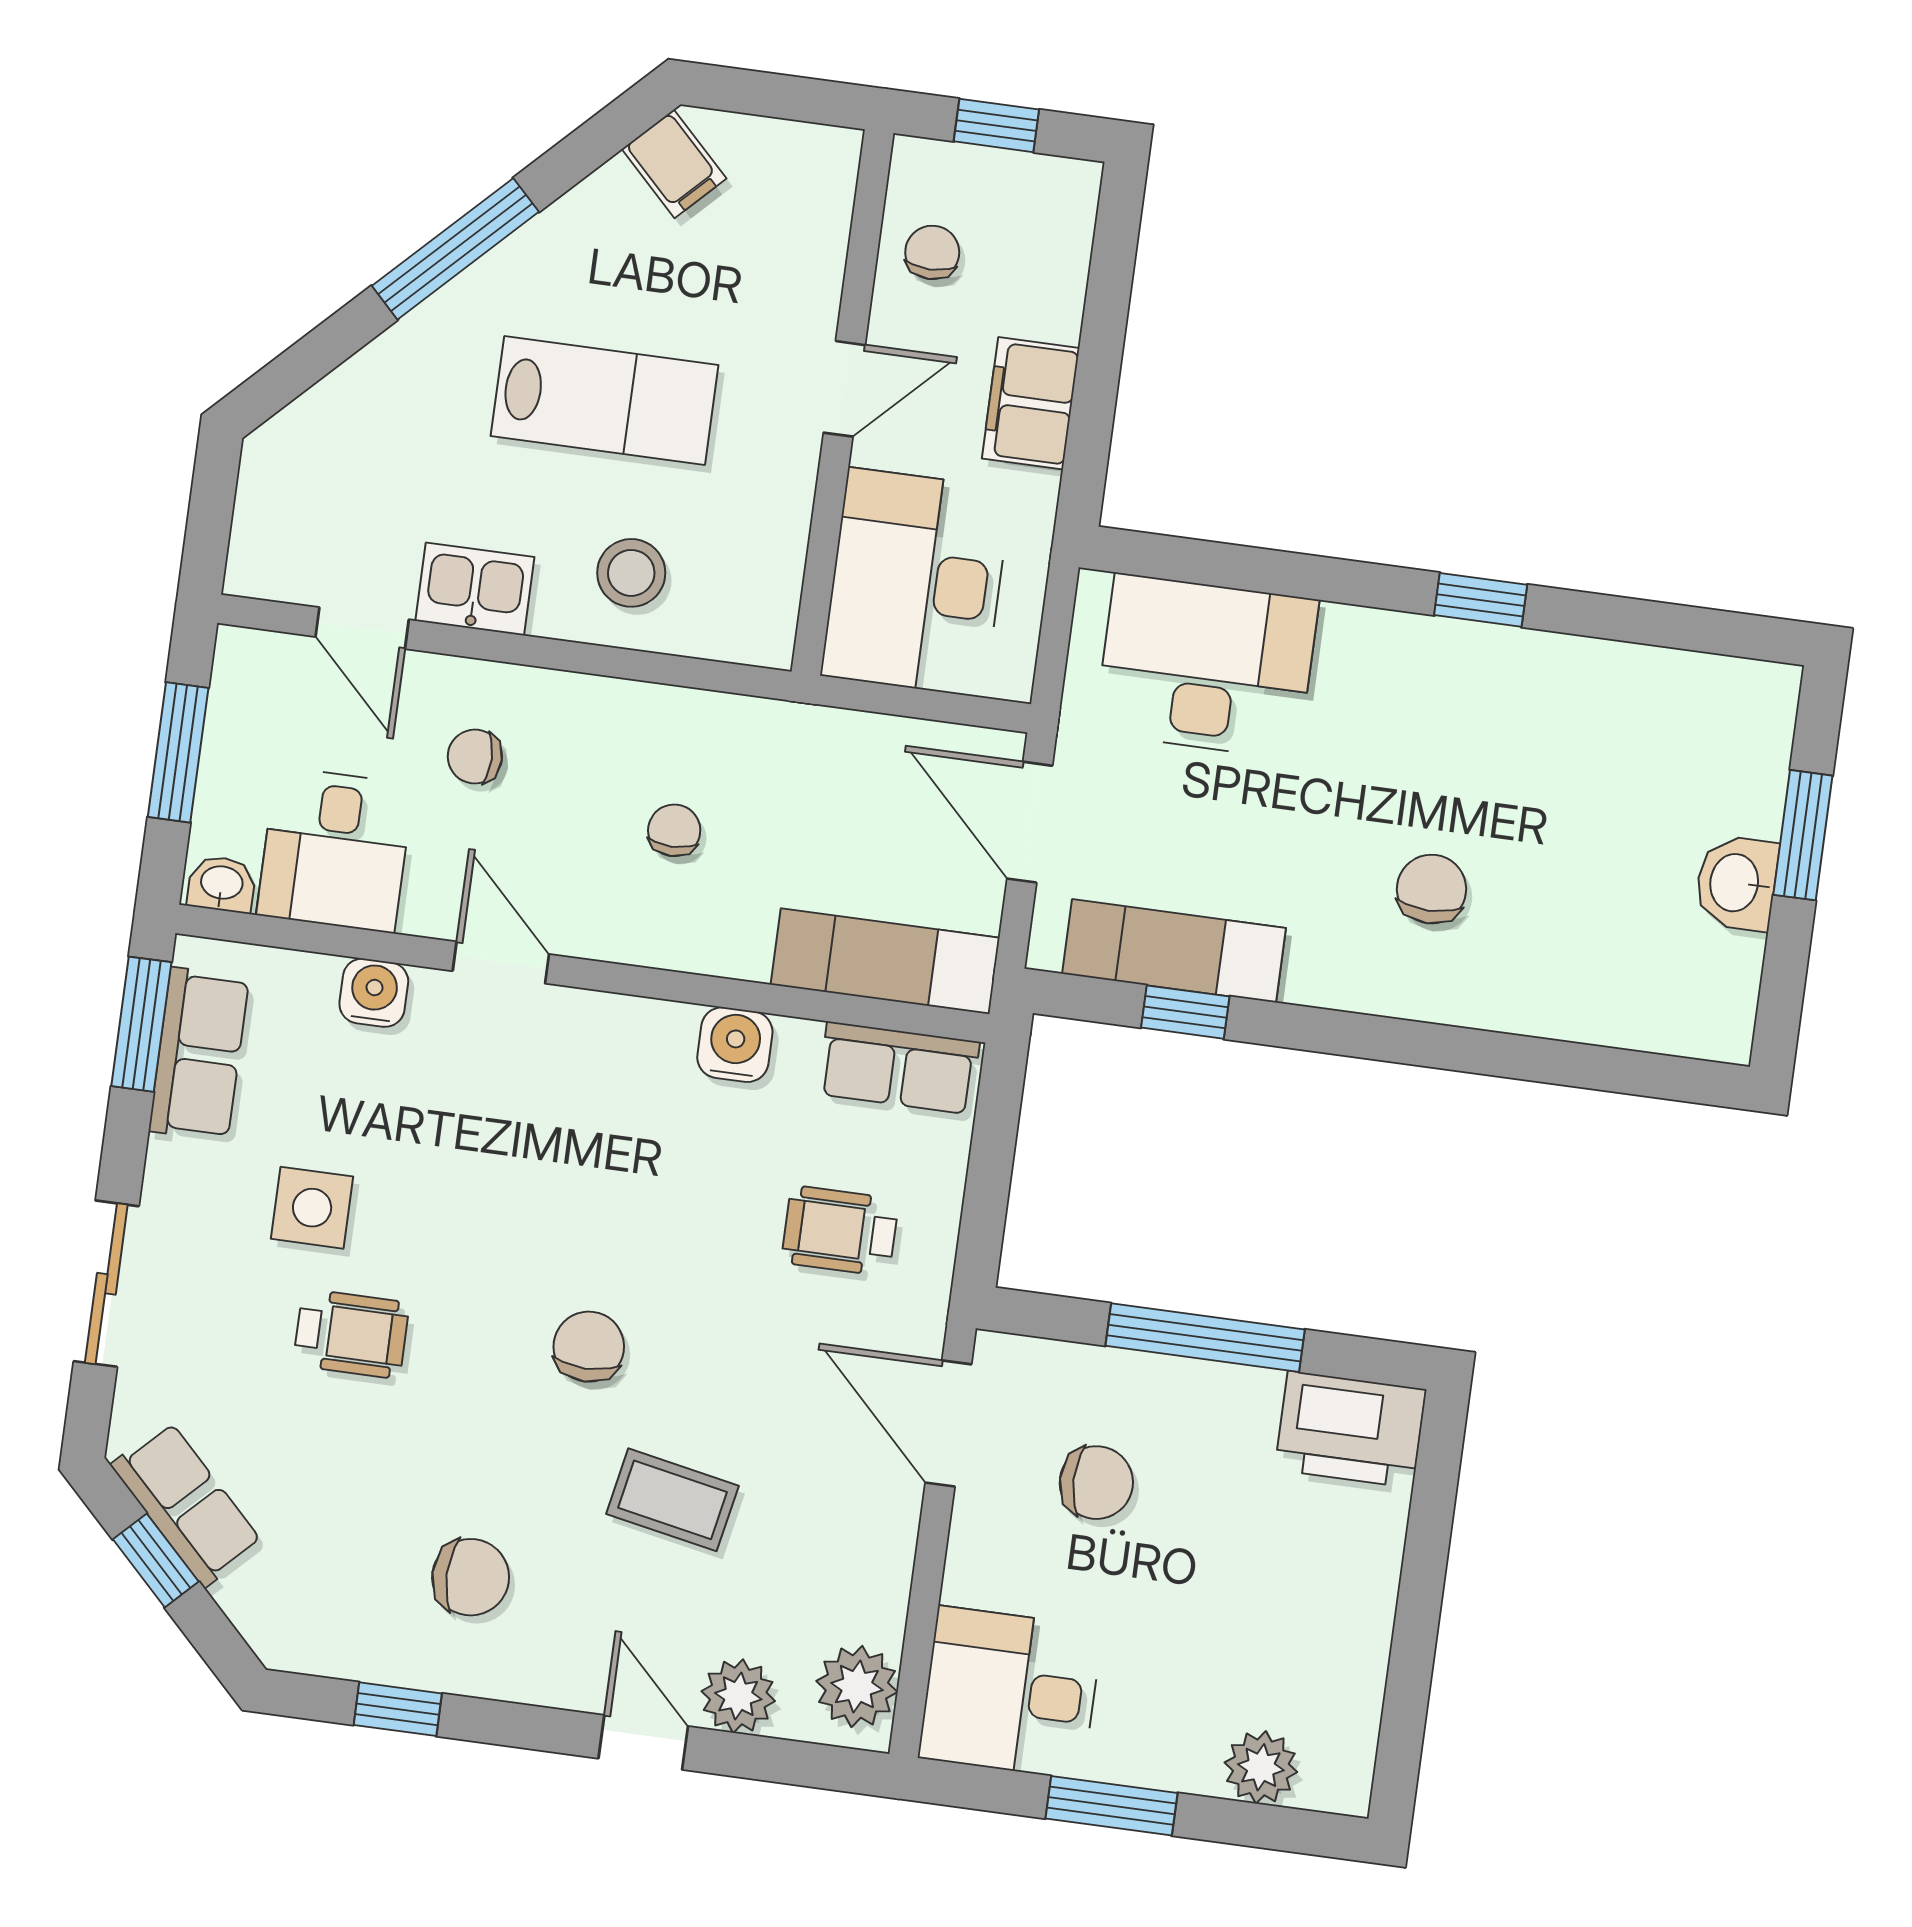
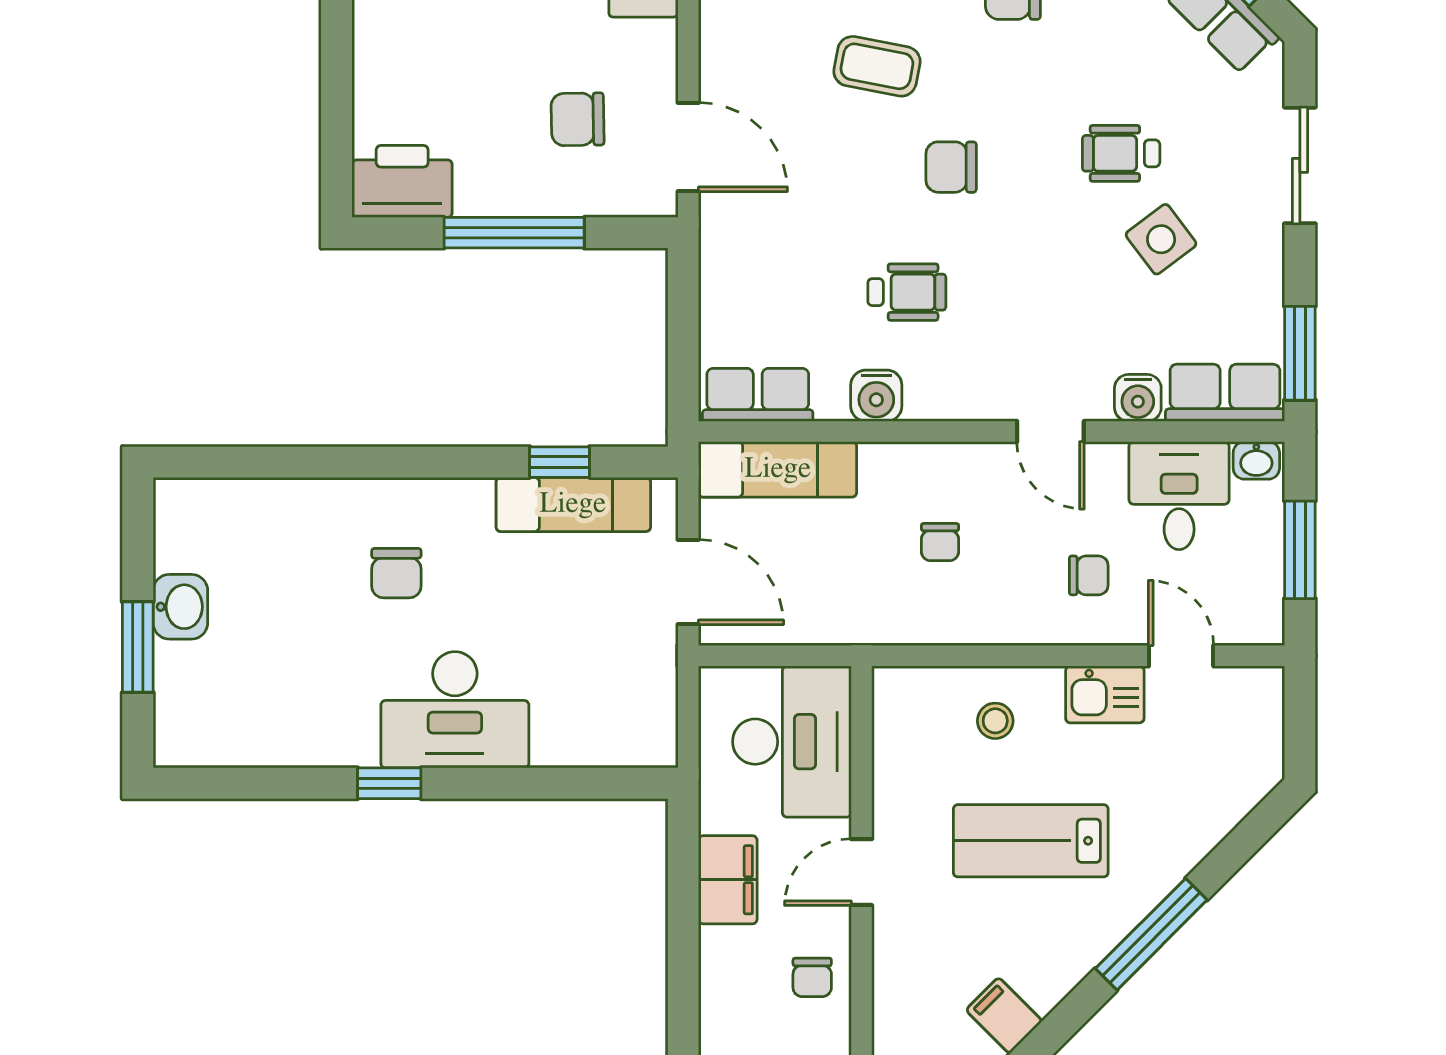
stool: (631, 573) -> (995, 721), width x0.73, depth x0.73
desk: (1206, 666) -> (455, 710), moved
row of seats: (199, 1054) -> (1225, 393), moved, turned 90
side table: (312, 1208) -> (1161, 239), turned -37
wheelchair: (840, 1231) -> (907, 292), moved
chair: (589, 1347) -> (951, 167), turned 90

